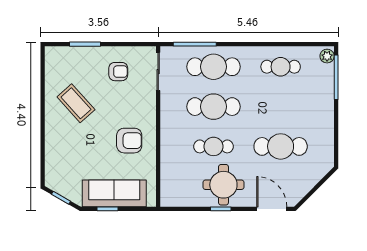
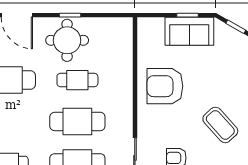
armchair: (129, 141) -> (165, 86), width x1.36, depth x1.36
sofa: (114, 193) -> (189, 31), width x0.73

